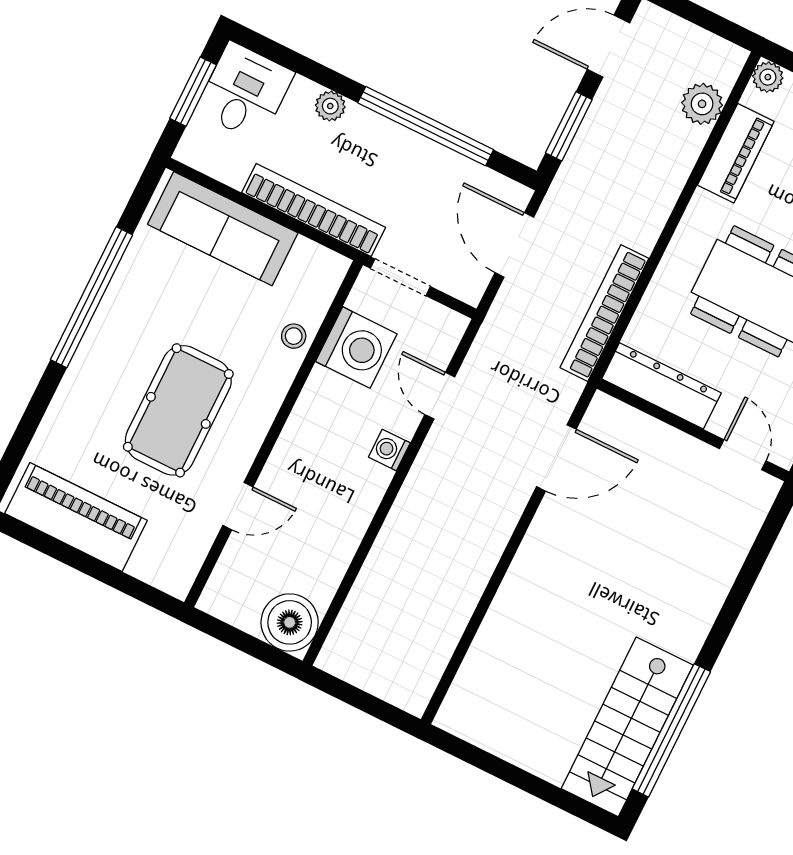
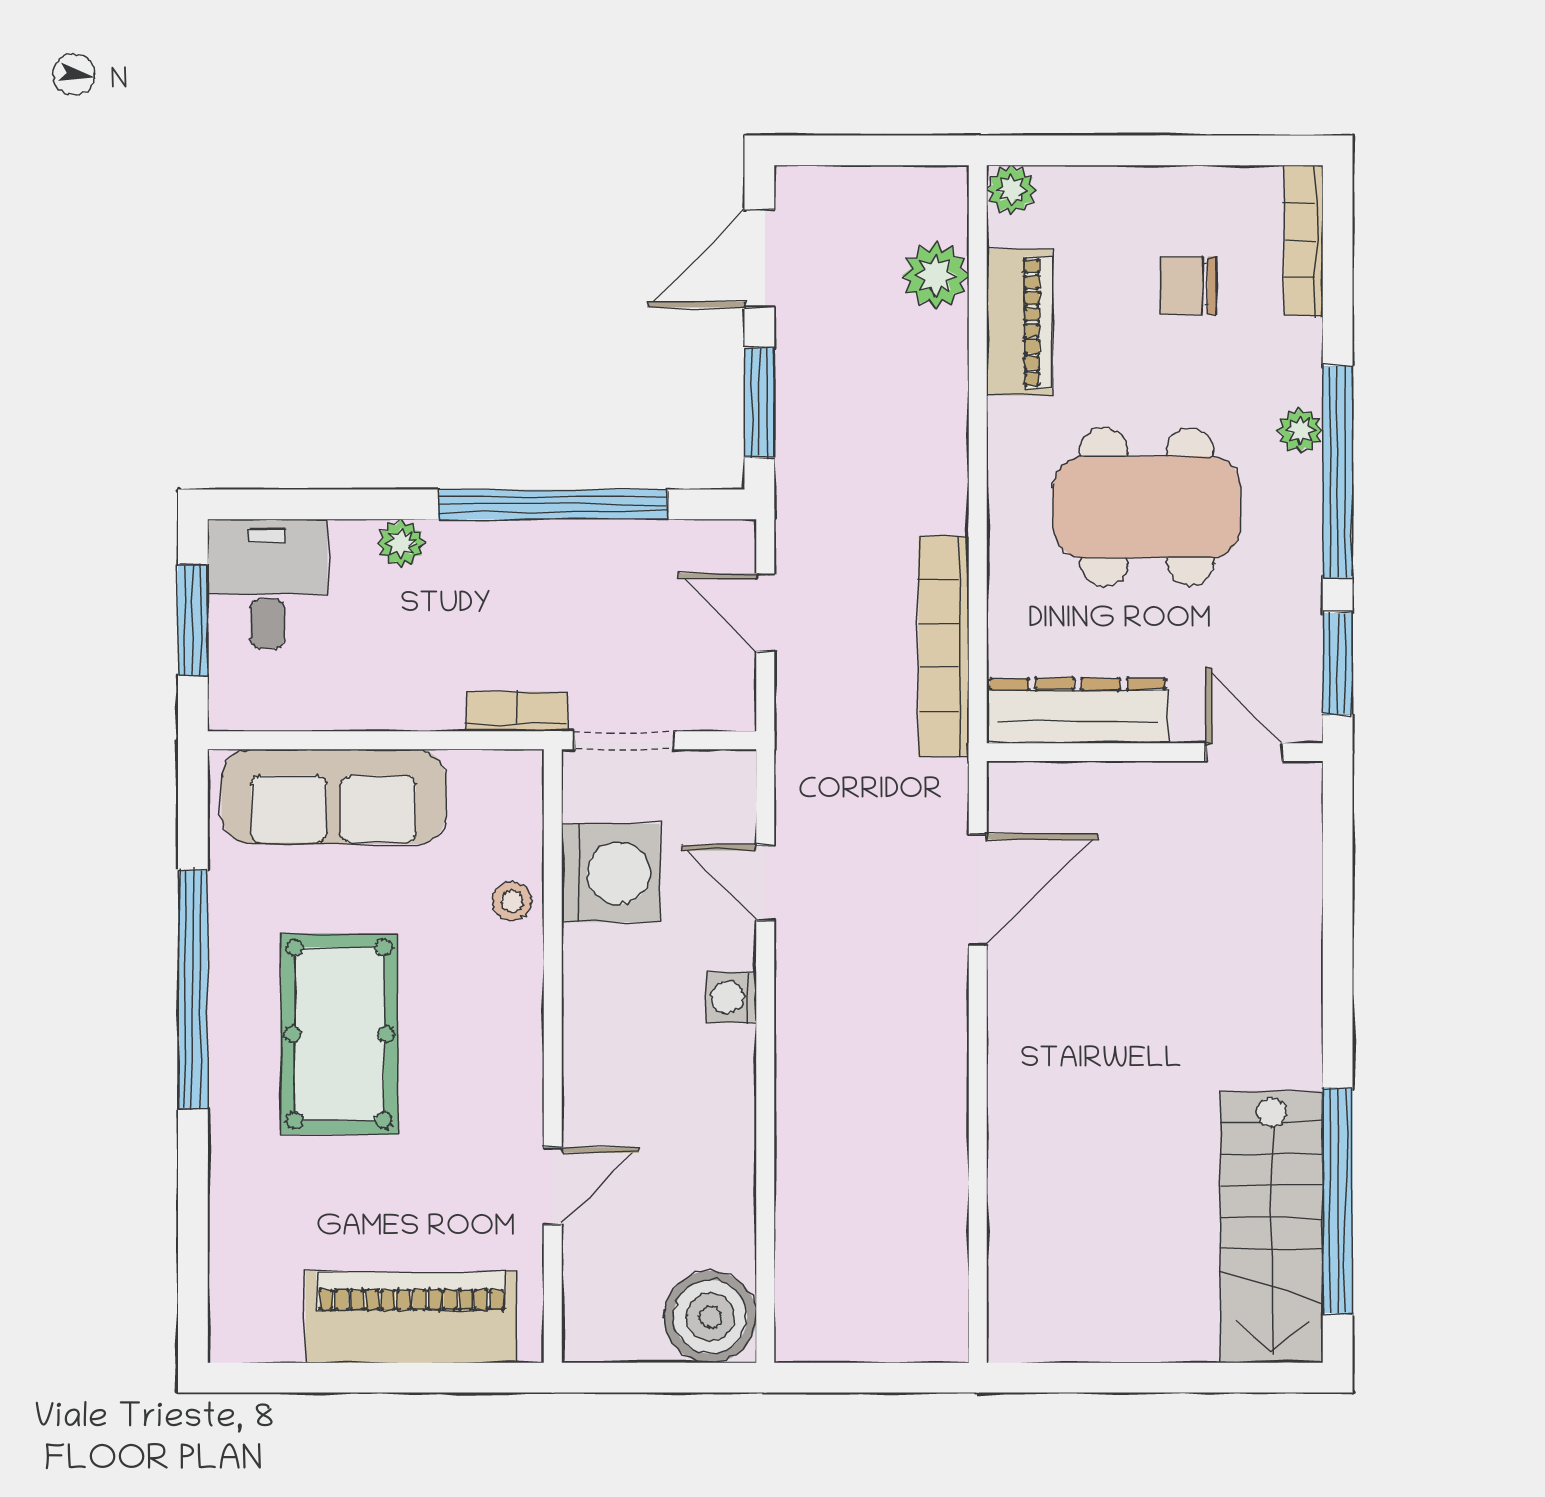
bookcase: (314, 210) -> (517, 711), width x0.43, depth x0.76
door: (514, 245) -> (765, 612), width x0.73
pool table: (178, 410) -> (339, 1034), moved
piano: (76, 517) -> (411, 1317), moved

